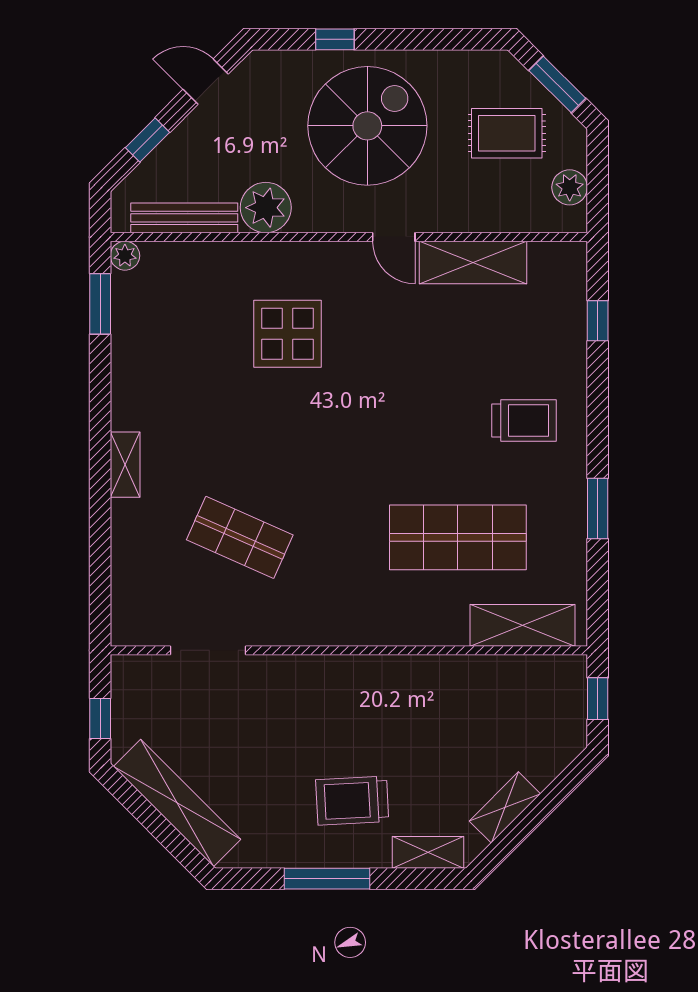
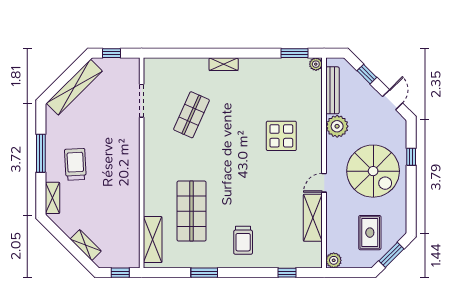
plant: (570, 187) -> (334, 260), moved
shelving: (505, 807) -> (86, 245), moved

